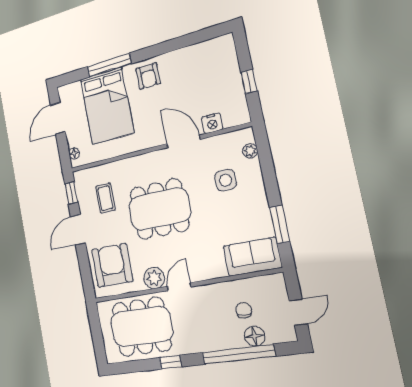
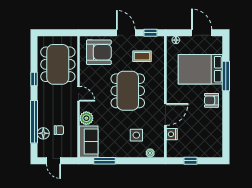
plant: (154, 278) -> (86, 118), moved

